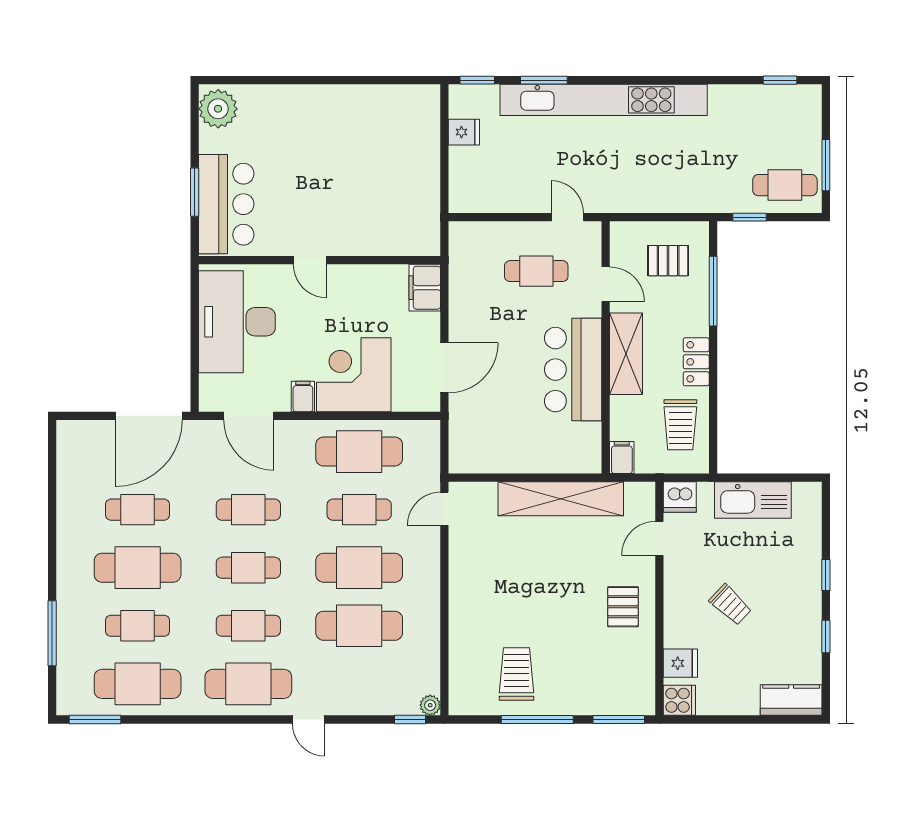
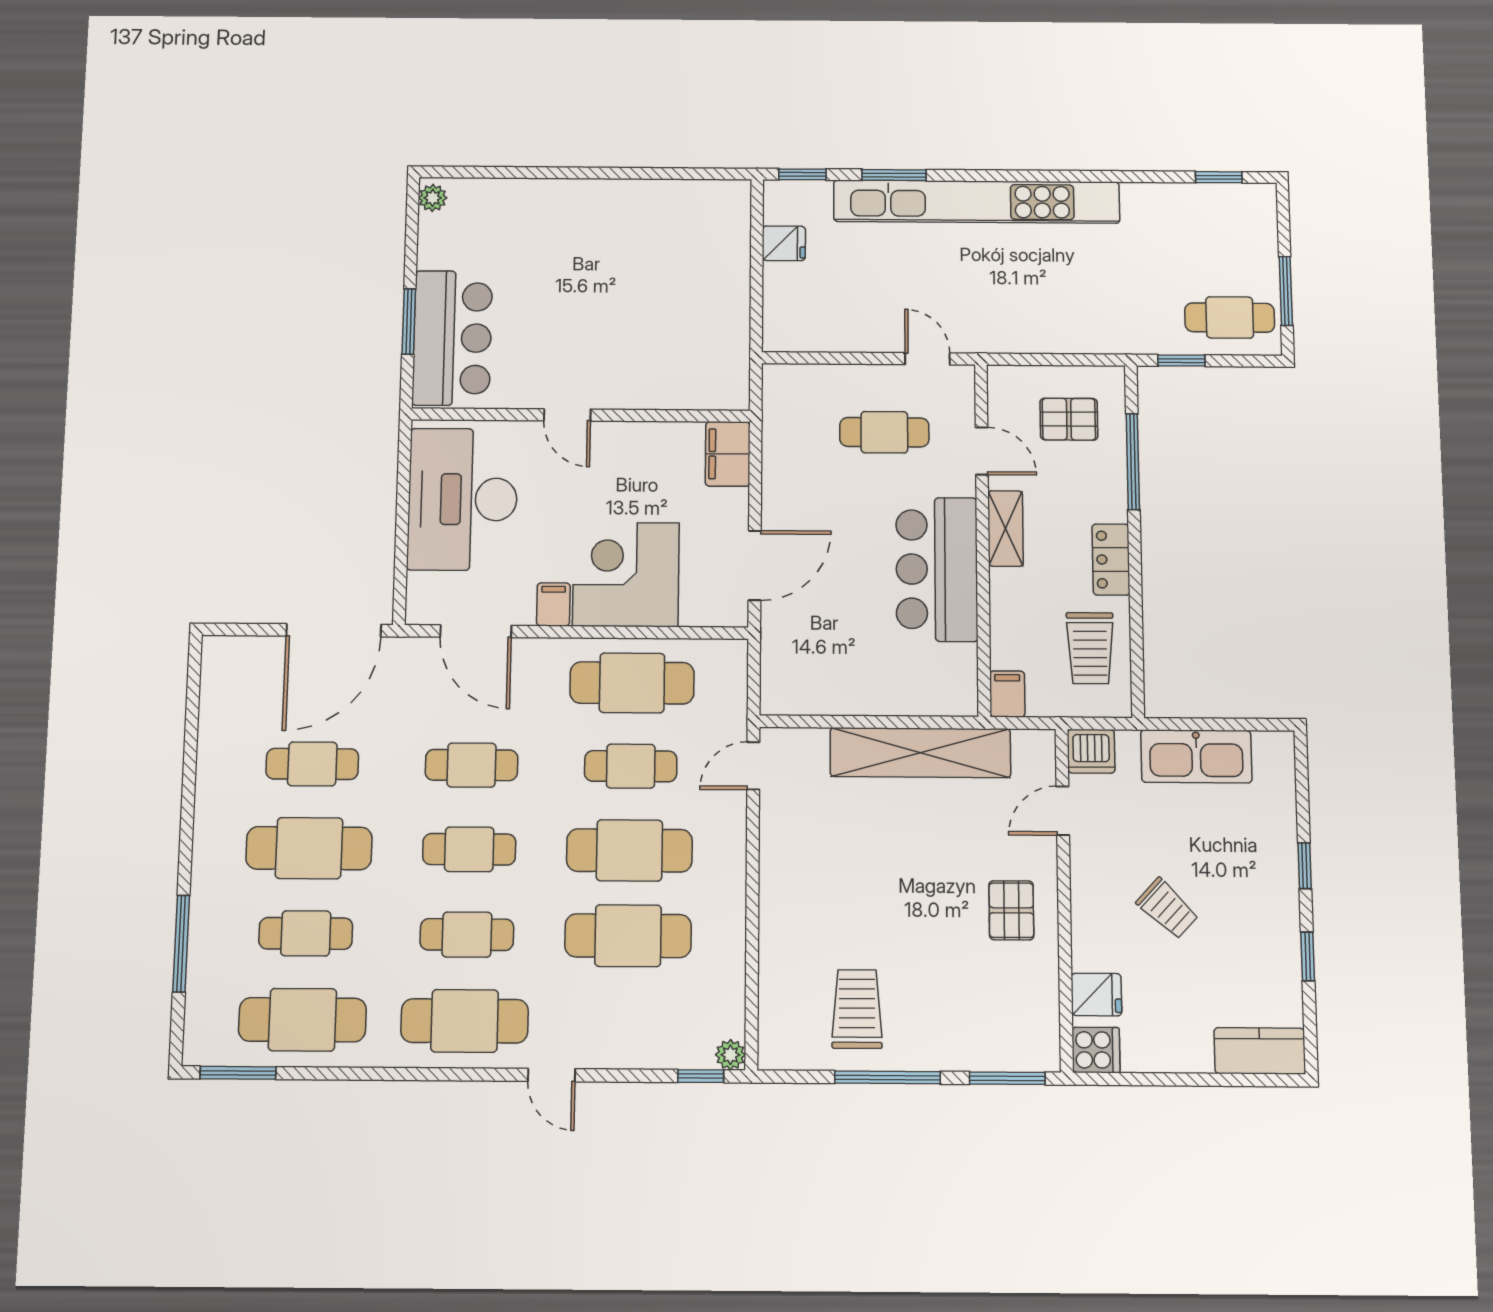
plant: (218, 109) -> (433, 198), width x0.53, depth x0.53
shelving: (626, 354) -> (1006, 529), width x0.67, depth x0.75

